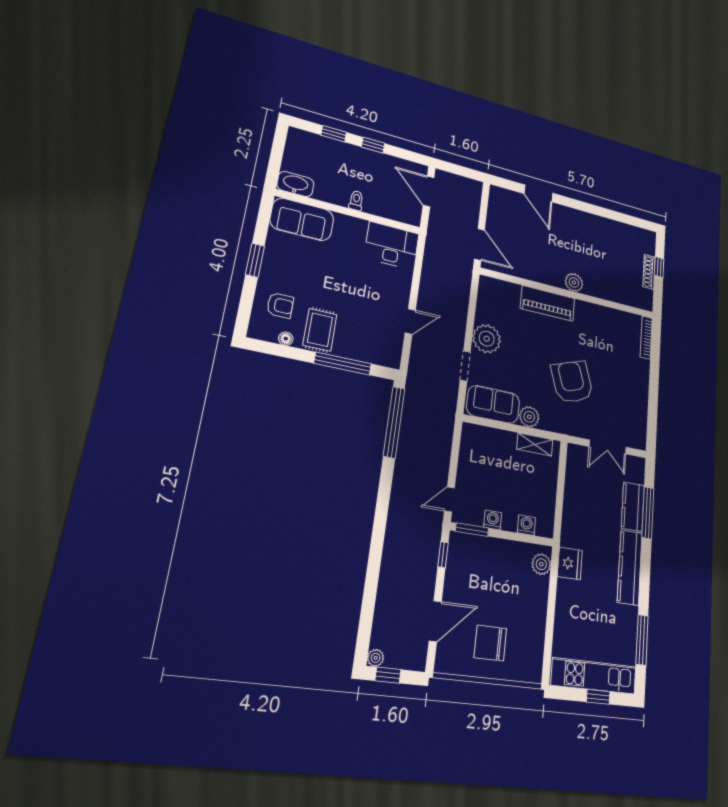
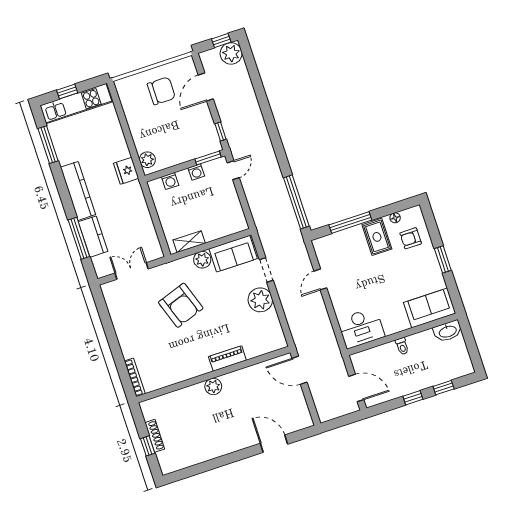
piano: (548, 303) -> (227, 358), width x0.73, depth x0.75
plant: (376, 658) -> (231, 53), width x1.88, depth x1.88

